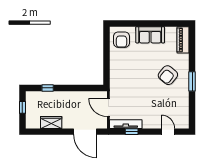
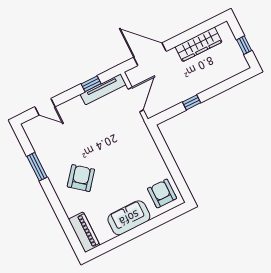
window: (192, 81) -> (37, 167), moved
window: (48, 88) -> (192, 102), moved
door: (108, 107) -> (136, 100), hinge flipped
wardrobe: (51, 122) -> (199, 44), width x1.50

